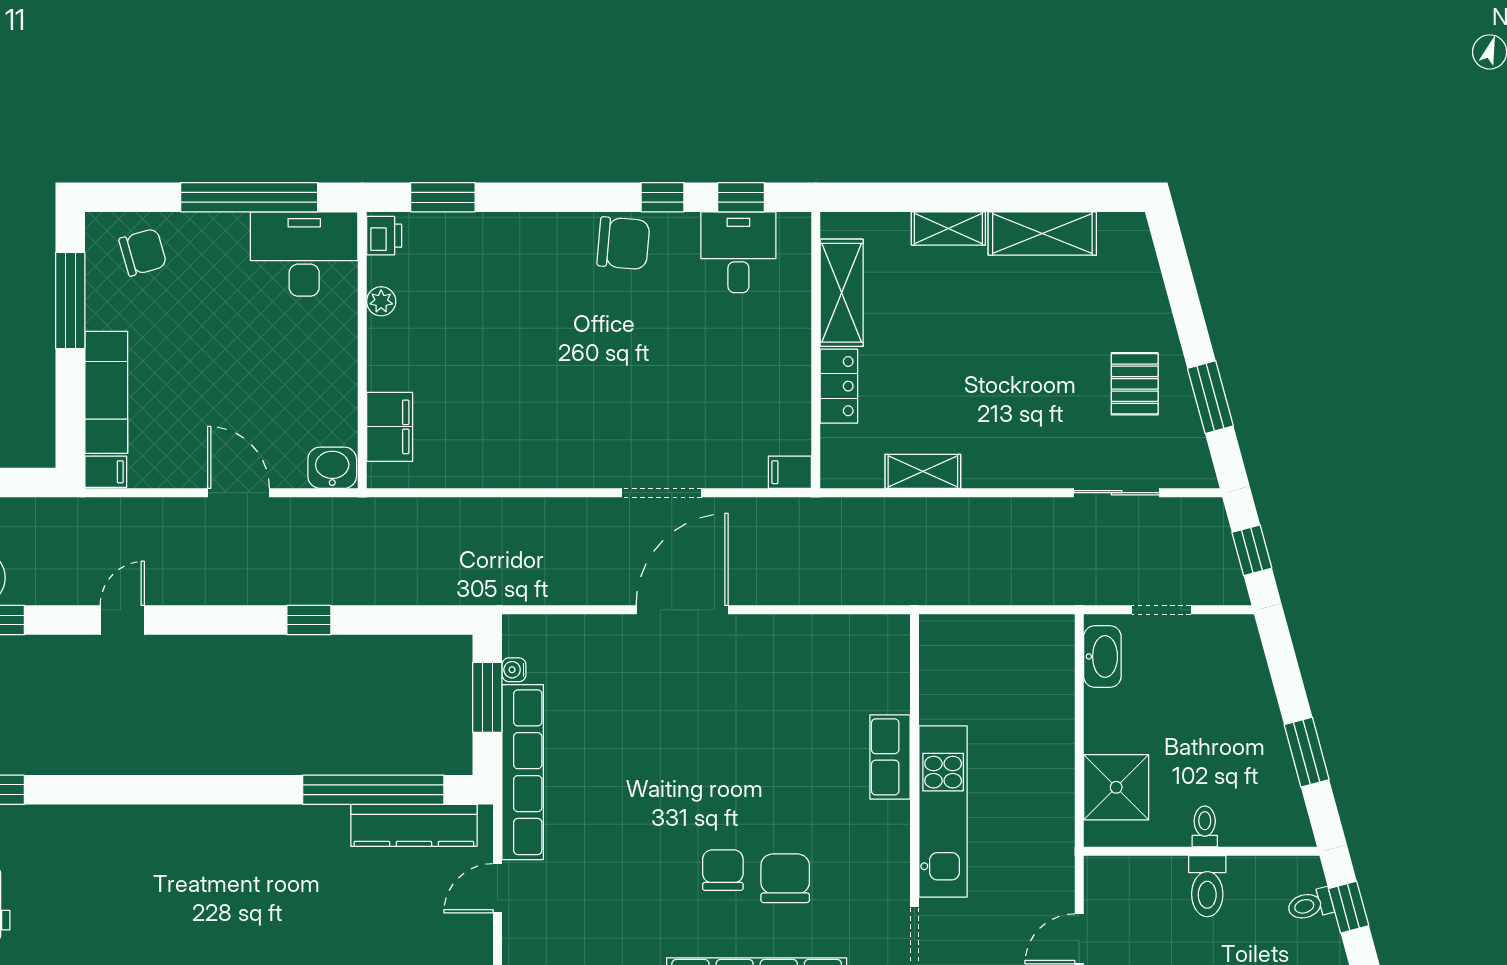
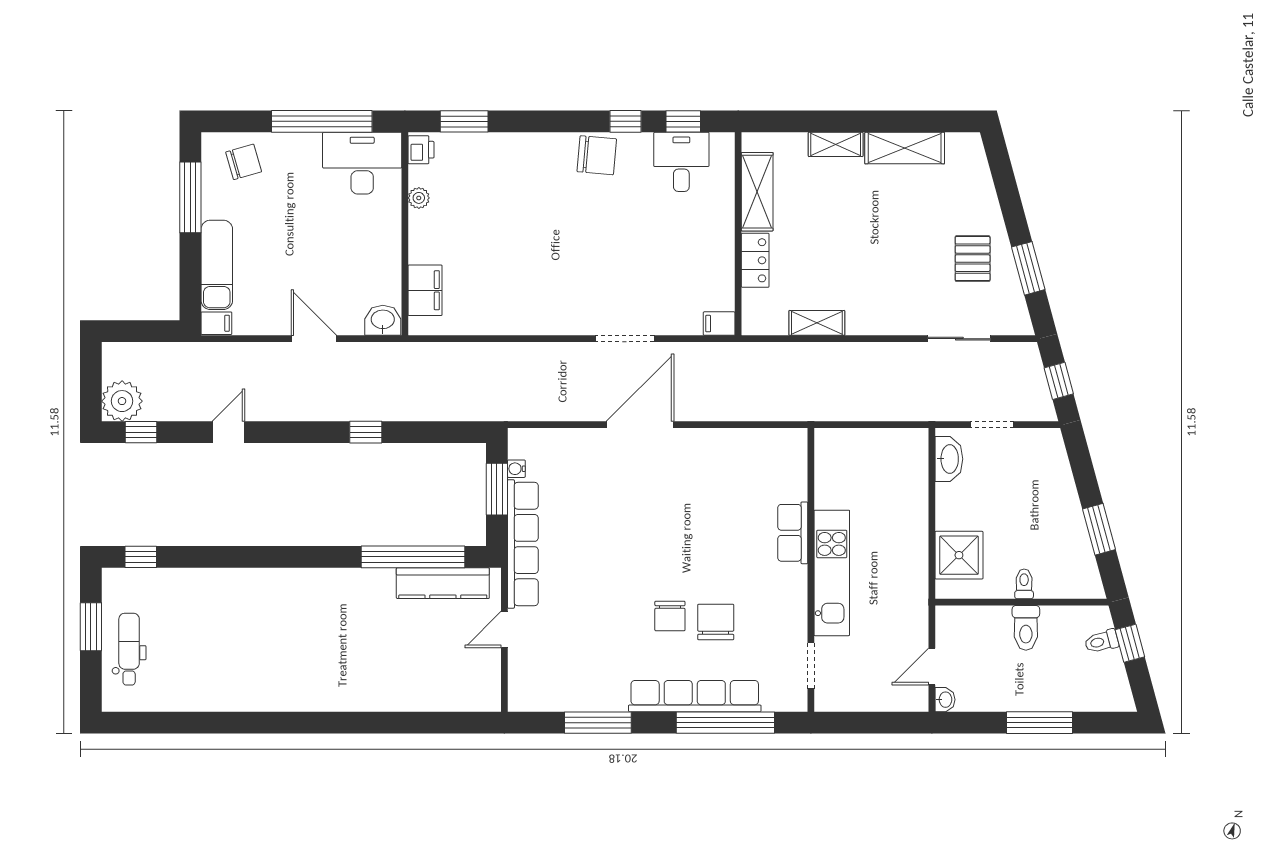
chair: (723, 870) -> (670, 616), turned 180

